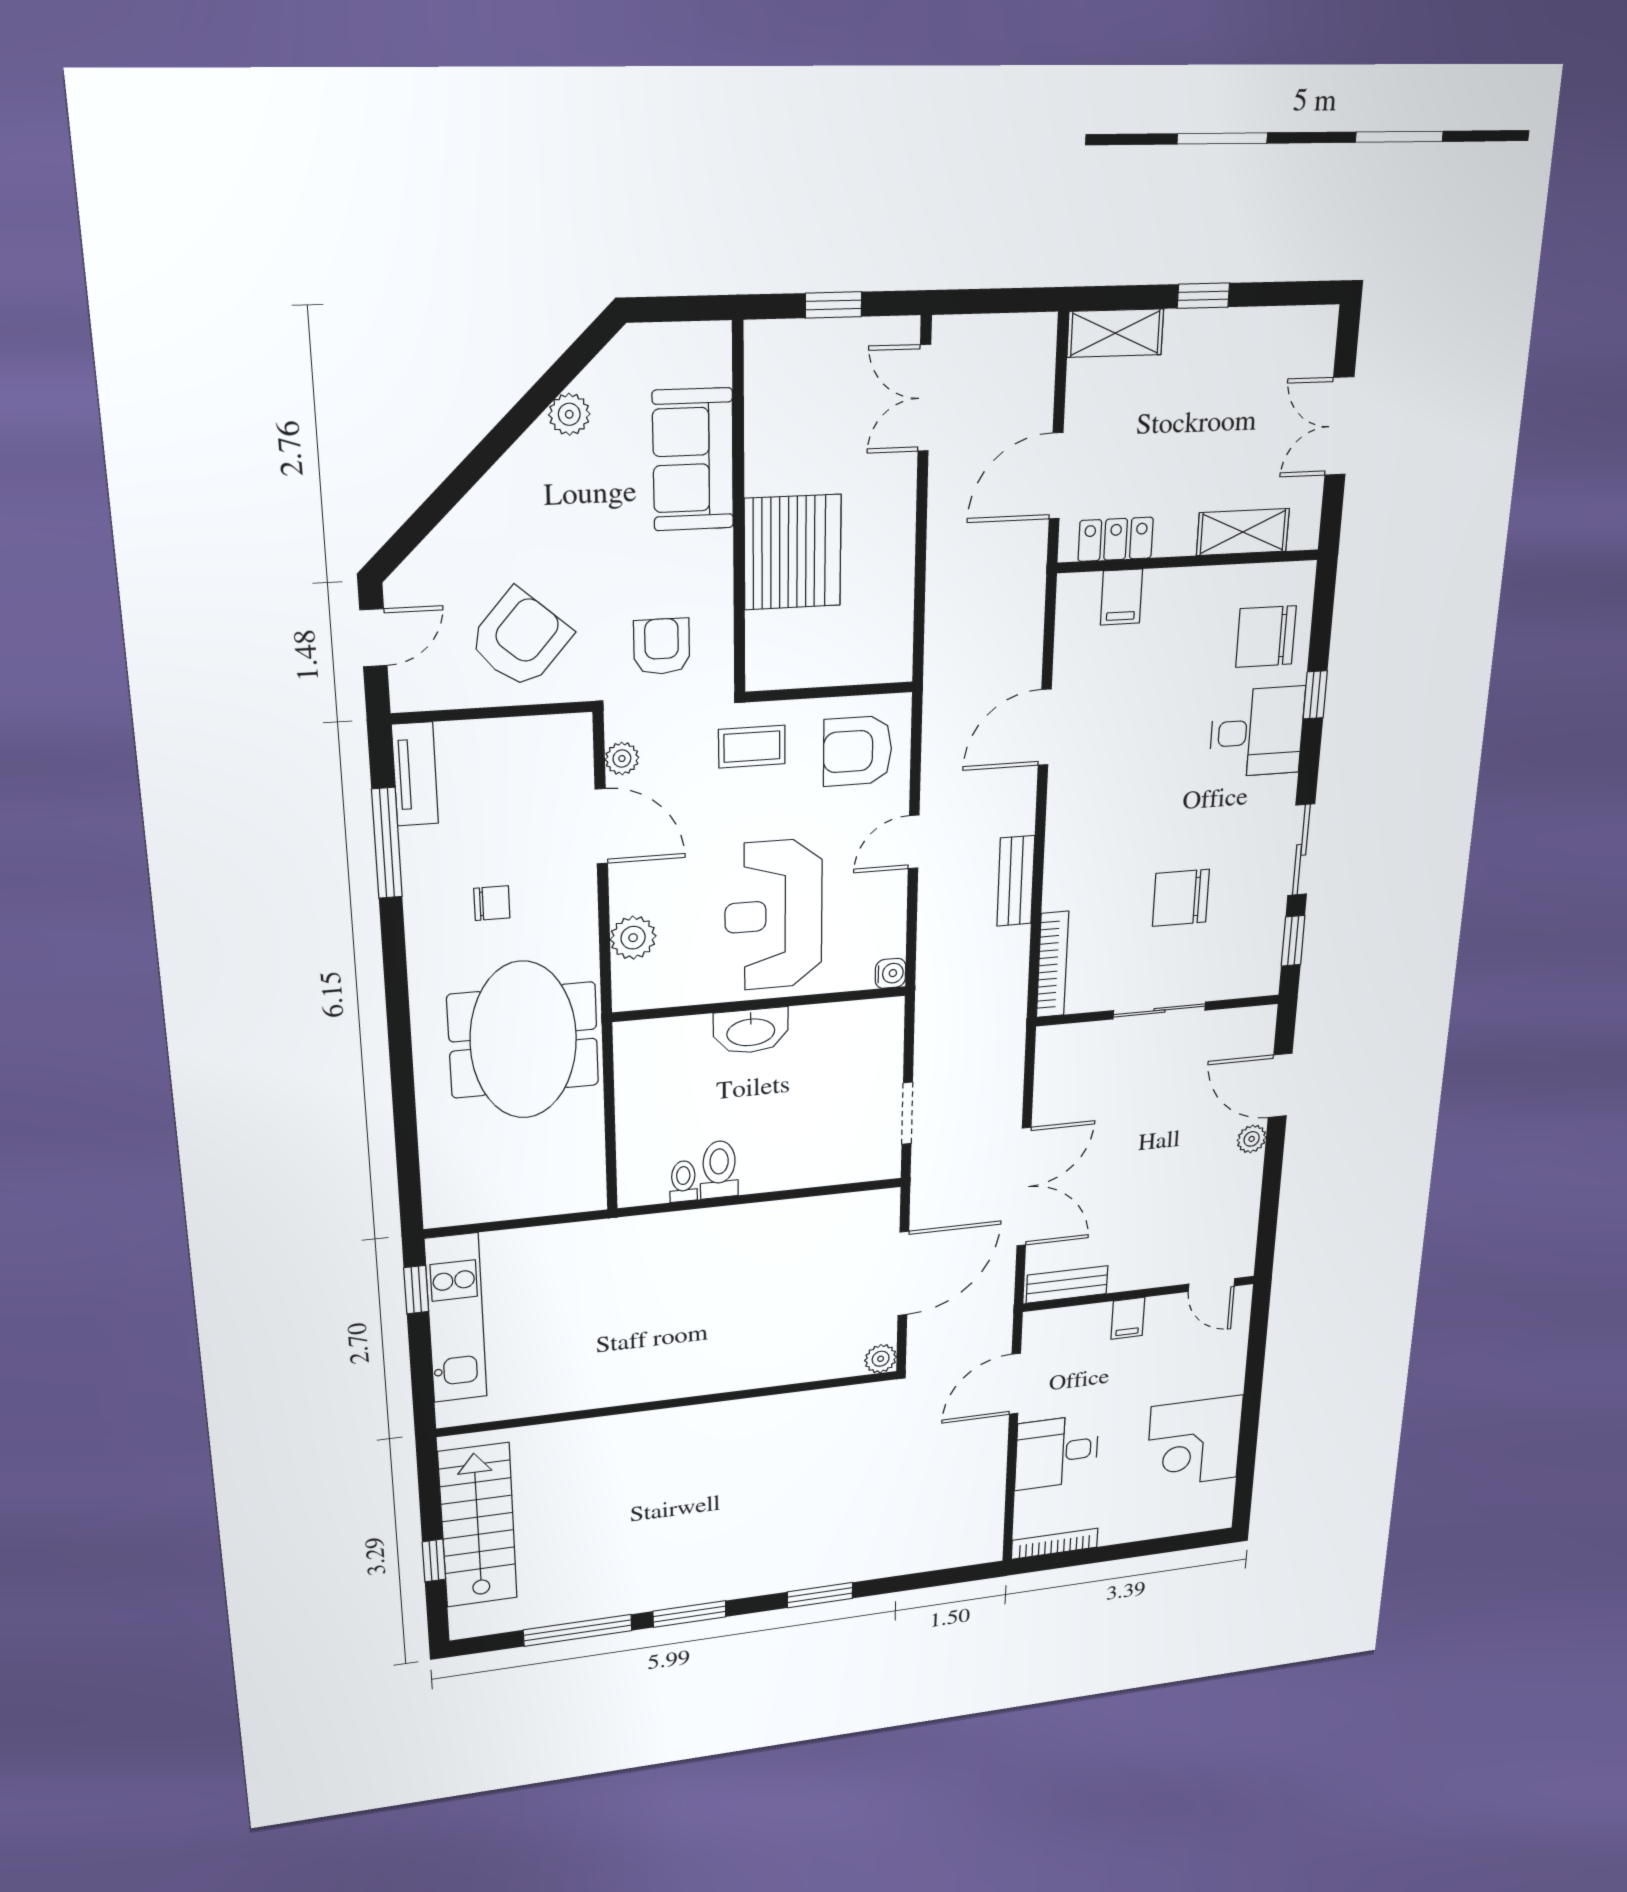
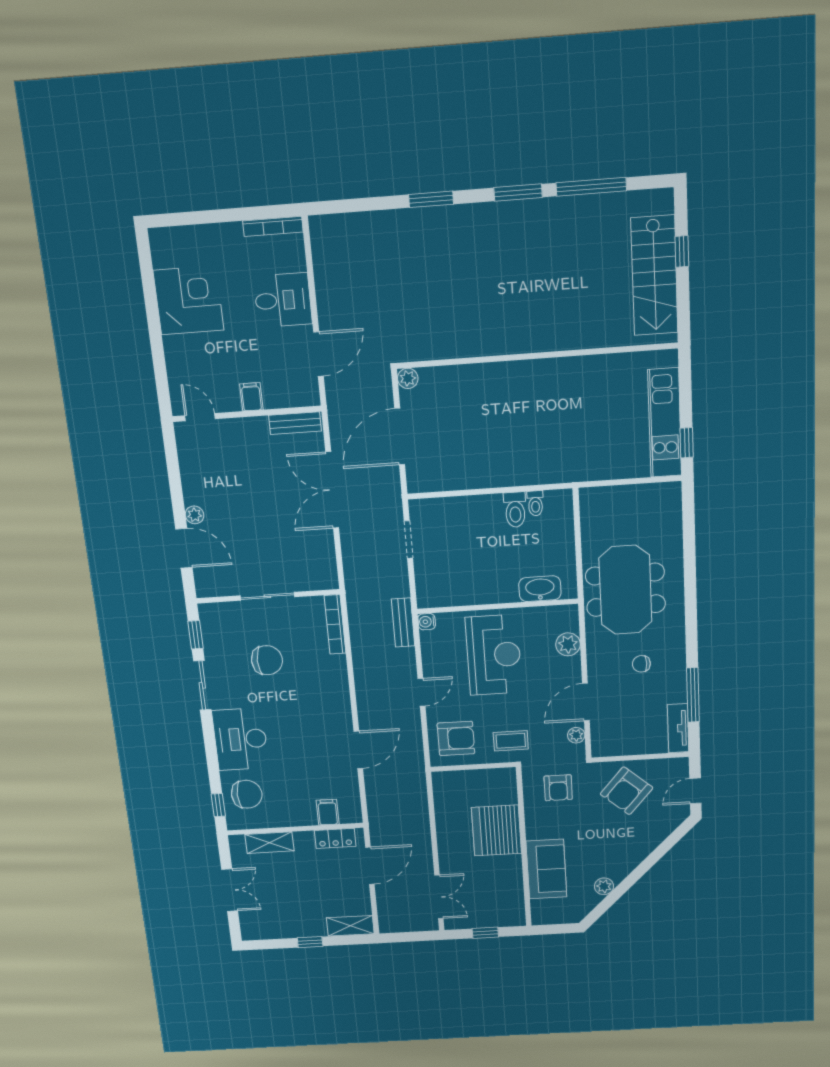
window: (1315, 695) -> (218, 805), moved
desk: (1257, 732) -> (240, 739), width x1.37
door: (601, 826) -> (586, 702), hinge flipped
bench: (1016, 881) -> (403, 623), moved
washbasin: (751, 1031) -> (540, 589), moved

